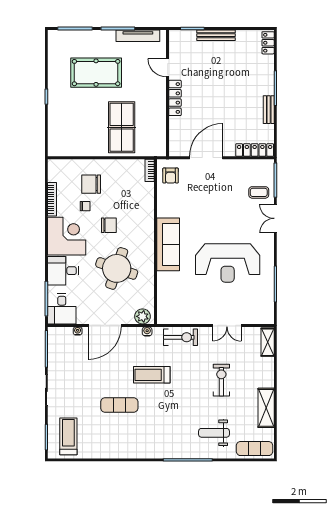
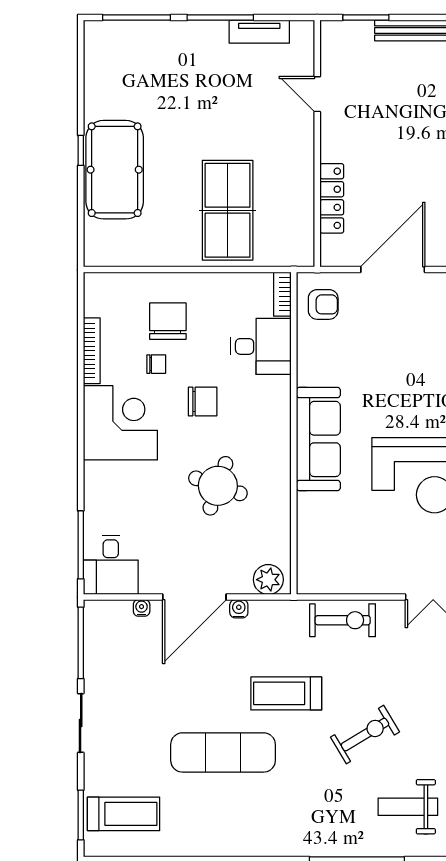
tv unit: (138, 36) -> (259, 32), width x0.71
pool table: (96, 73) -> (115, 170), moved, turned 90
locker: (175, 98) -> (332, 198), moved
armchair: (171, 176) -> (323, 304), turned -90
chair: (91, 184) -> (168, 321), turned 90
round table: (117, 268) -> (218, 486), width x0.73, depth x0.73
desk: (63, 271) -> (261, 346), moved, turned 180
water cooler: (147, 331) -> (239, 609), moved
exercise bike: (221, 380) -> (365, 735), moved, turned 59
exercise mat: (119, 405) -> (223, 752), width x1.36, depth x1.45
treadmill: (68, 436) -> (124, 814), turned 90

